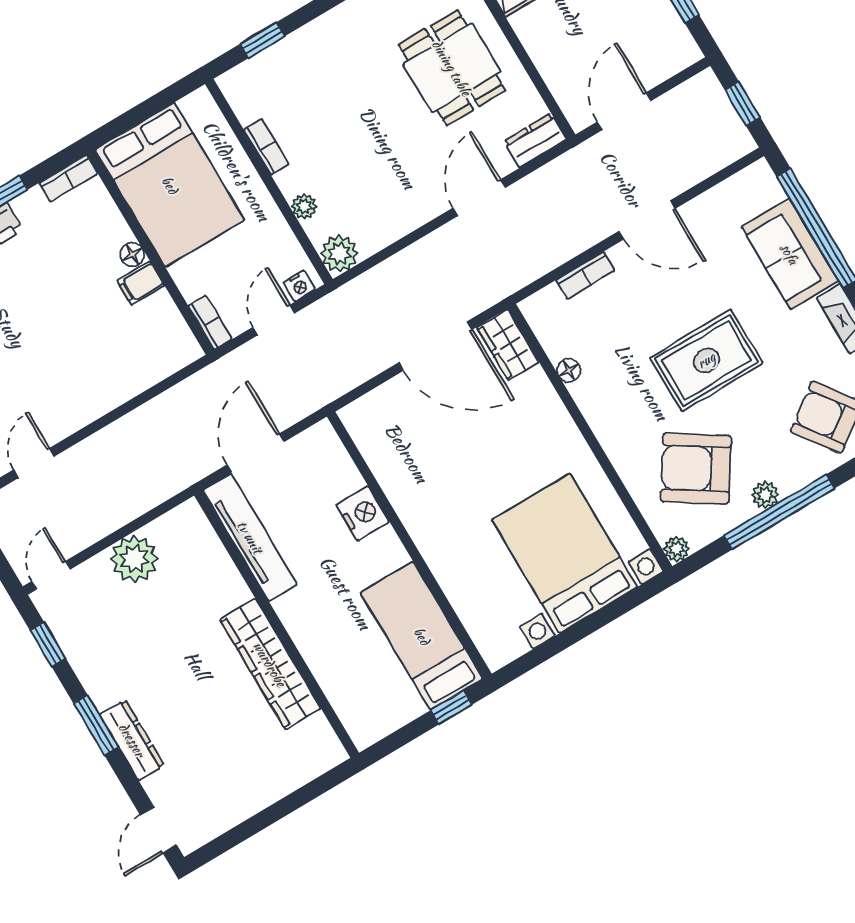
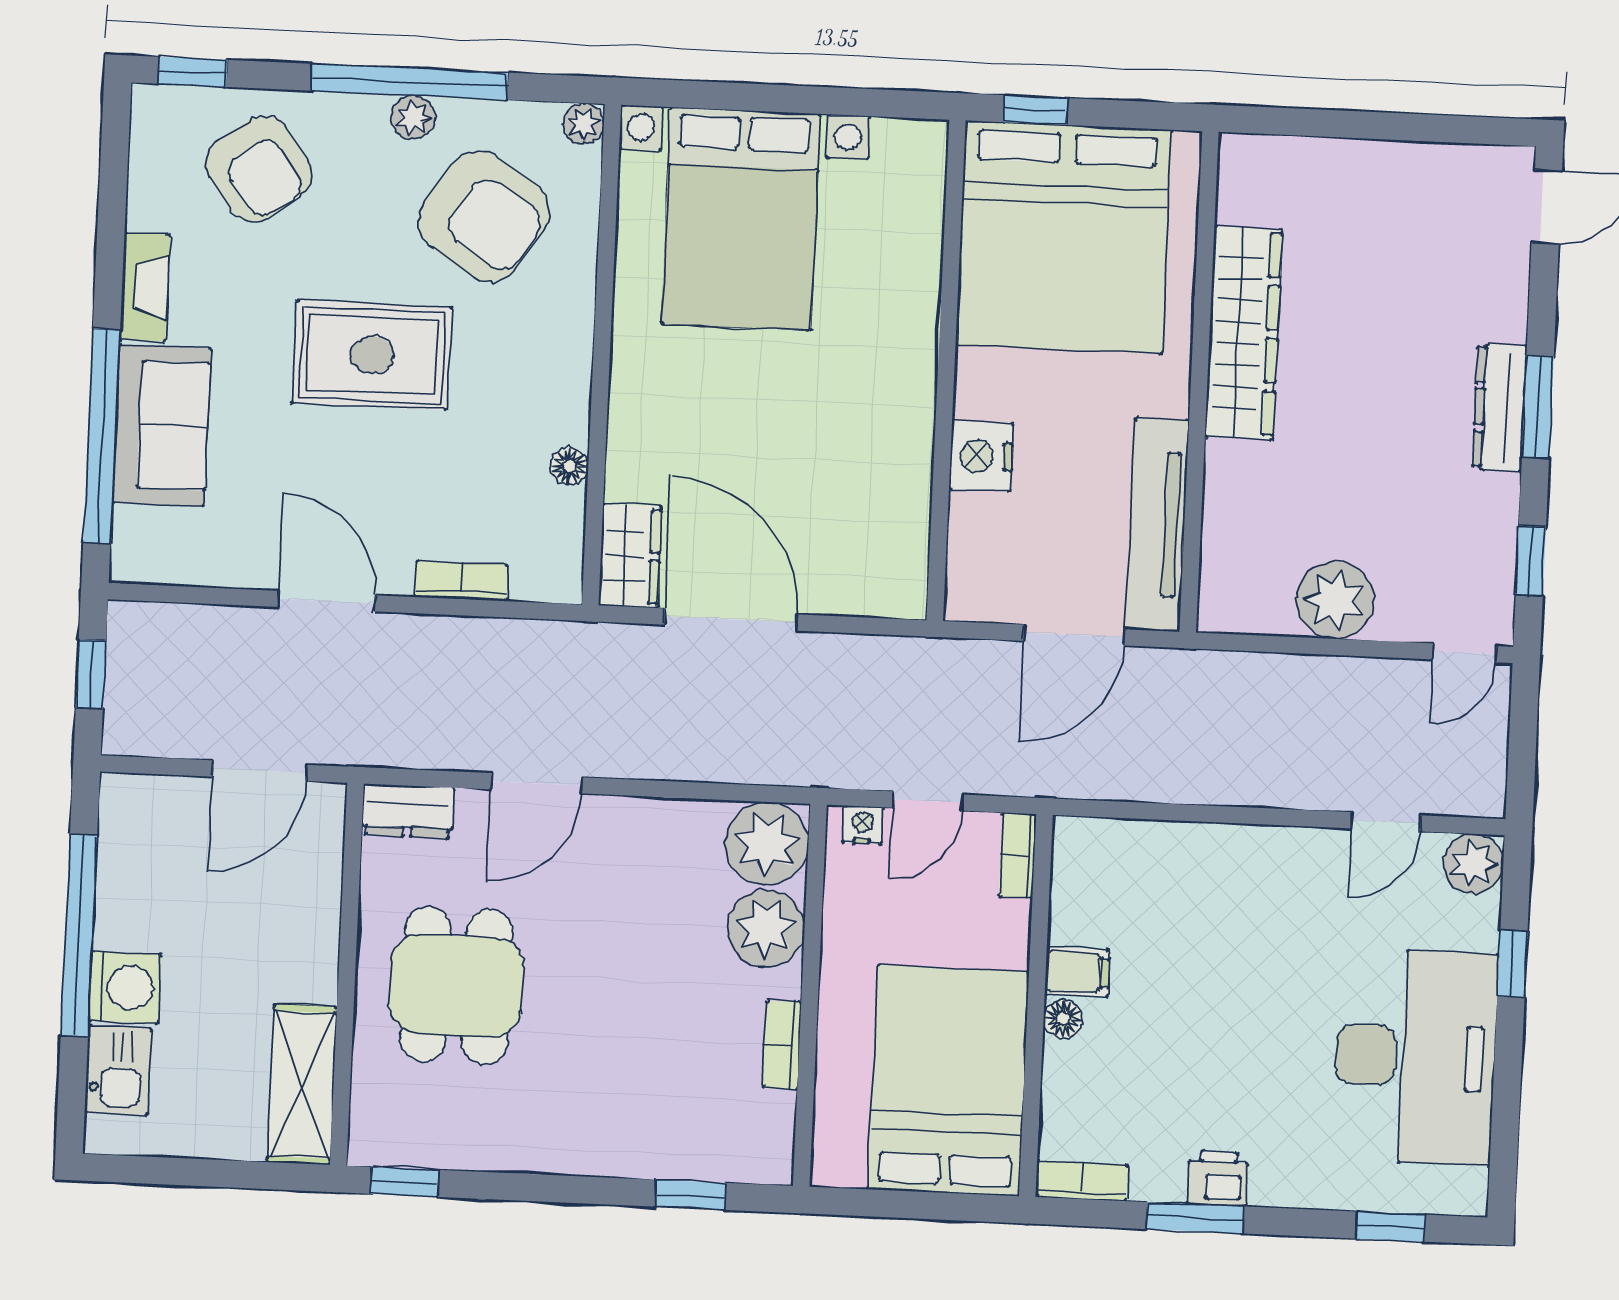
plant: (304, 206) -> (766, 928), width x1.87, depth x1.87
plant: (339, 254) -> (767, 844), width x1.36, depth x1.36
bed: (422, 636) -> (1064, 237), width x2.04
dresser: (132, 740) -> (1499, 407), moved

